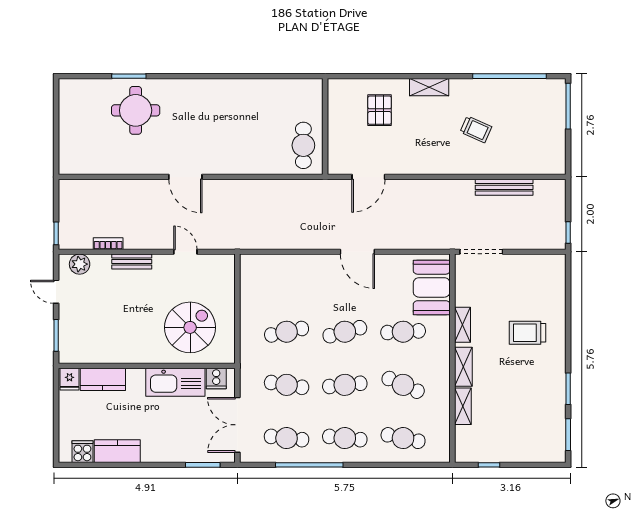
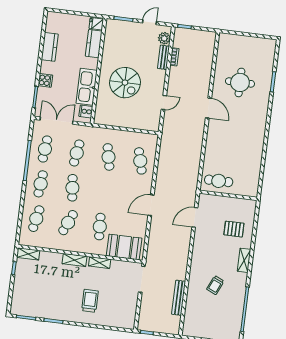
round table: (136, 110) -> (240, 82), moved
door: (185, 177) -> (208, 108), swing flipped
door: (368, 177) -> (195, 217), hinge flipped
bench: (132, 262) -> (163, 57), moved
spiral stairs: (190, 327) -> (125, 83), moved
cafe table: (345, 332) -> (140, 161), moved
shelving: (463, 406) -> (28, 254), moved
cooker: (82, 452) -> (45, 80), moved

